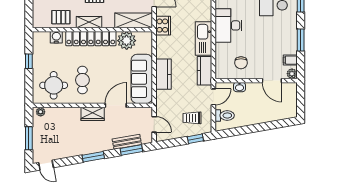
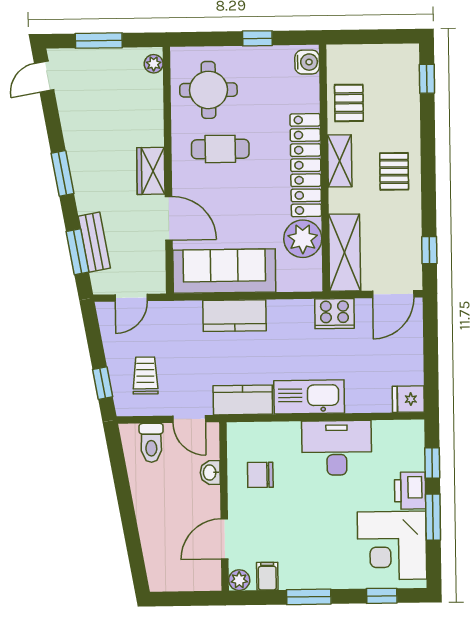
water cooler: (56, 37) -> (307, 62), moved

